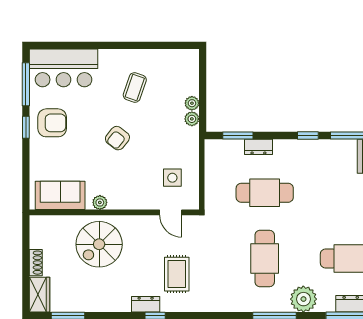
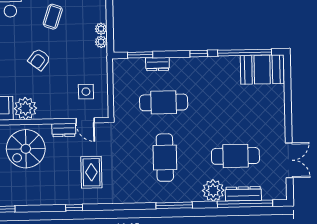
plant: (100, 202) -> (25, 108), width x1.87, depth x1.87
plant: (303, 299) -> (213, 190), moved
dresser: (146, 304) -> (64, 130), moved, turned 180

